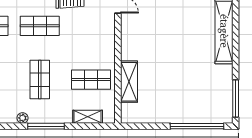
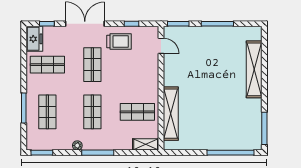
shop shelf: (40, 26) -> (92, 65), turned 90
shelving: (129, 82) -> (171, 114), width x1.47
shelving: (88, 117) -> (146, 144), moved

